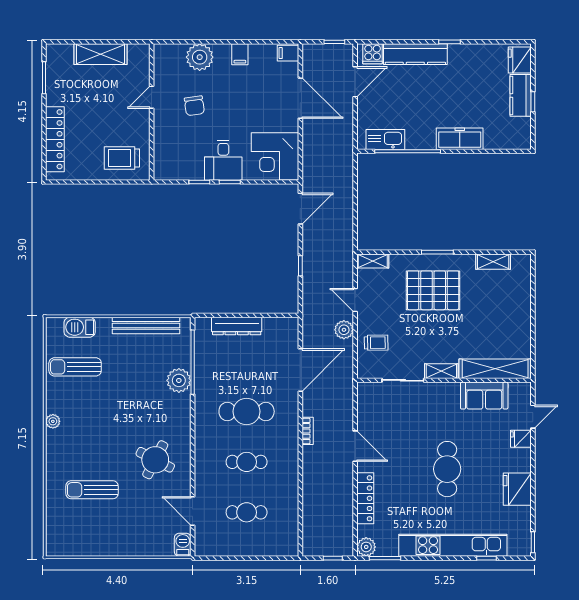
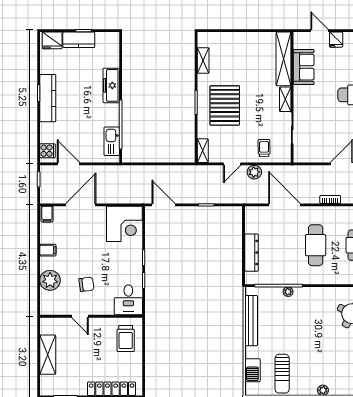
kitchen counter: (415, 54) -> (48, 98), moved
desk: (223, 160) -> (128, 300), moved, turned 90
plant: (179, 380) -> (288, 292), width x0.53, depth x0.53

